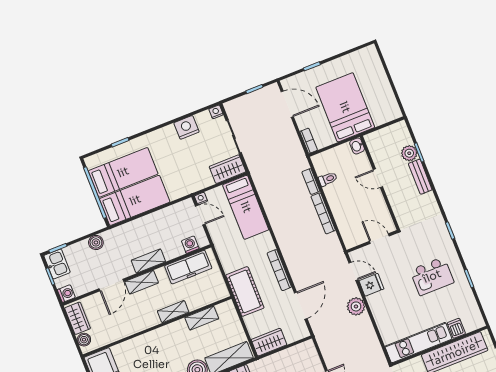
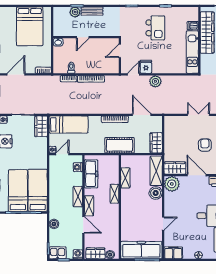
bed: (345, 107) -> (30, 26), moved, turned -90

